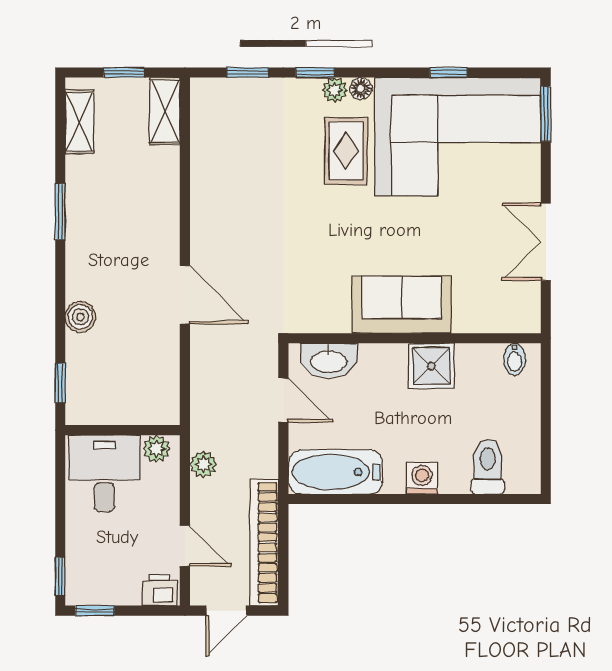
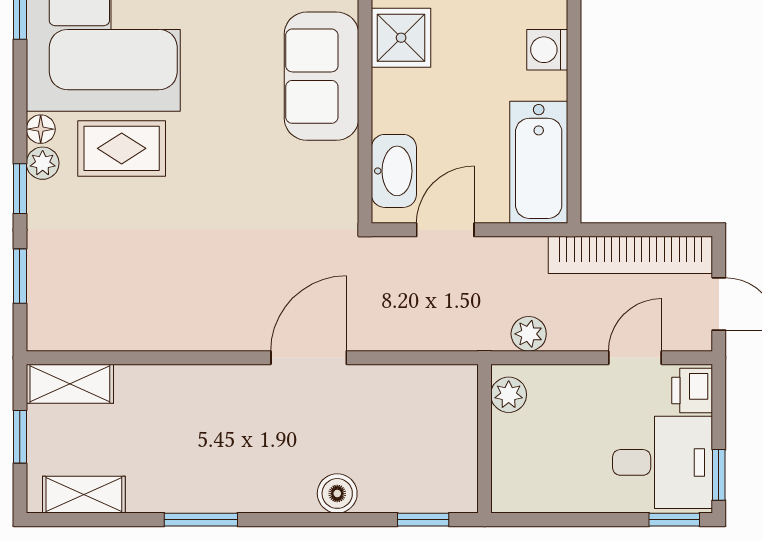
desk: (104, 473) -> (663, 462), moved, turned 180

